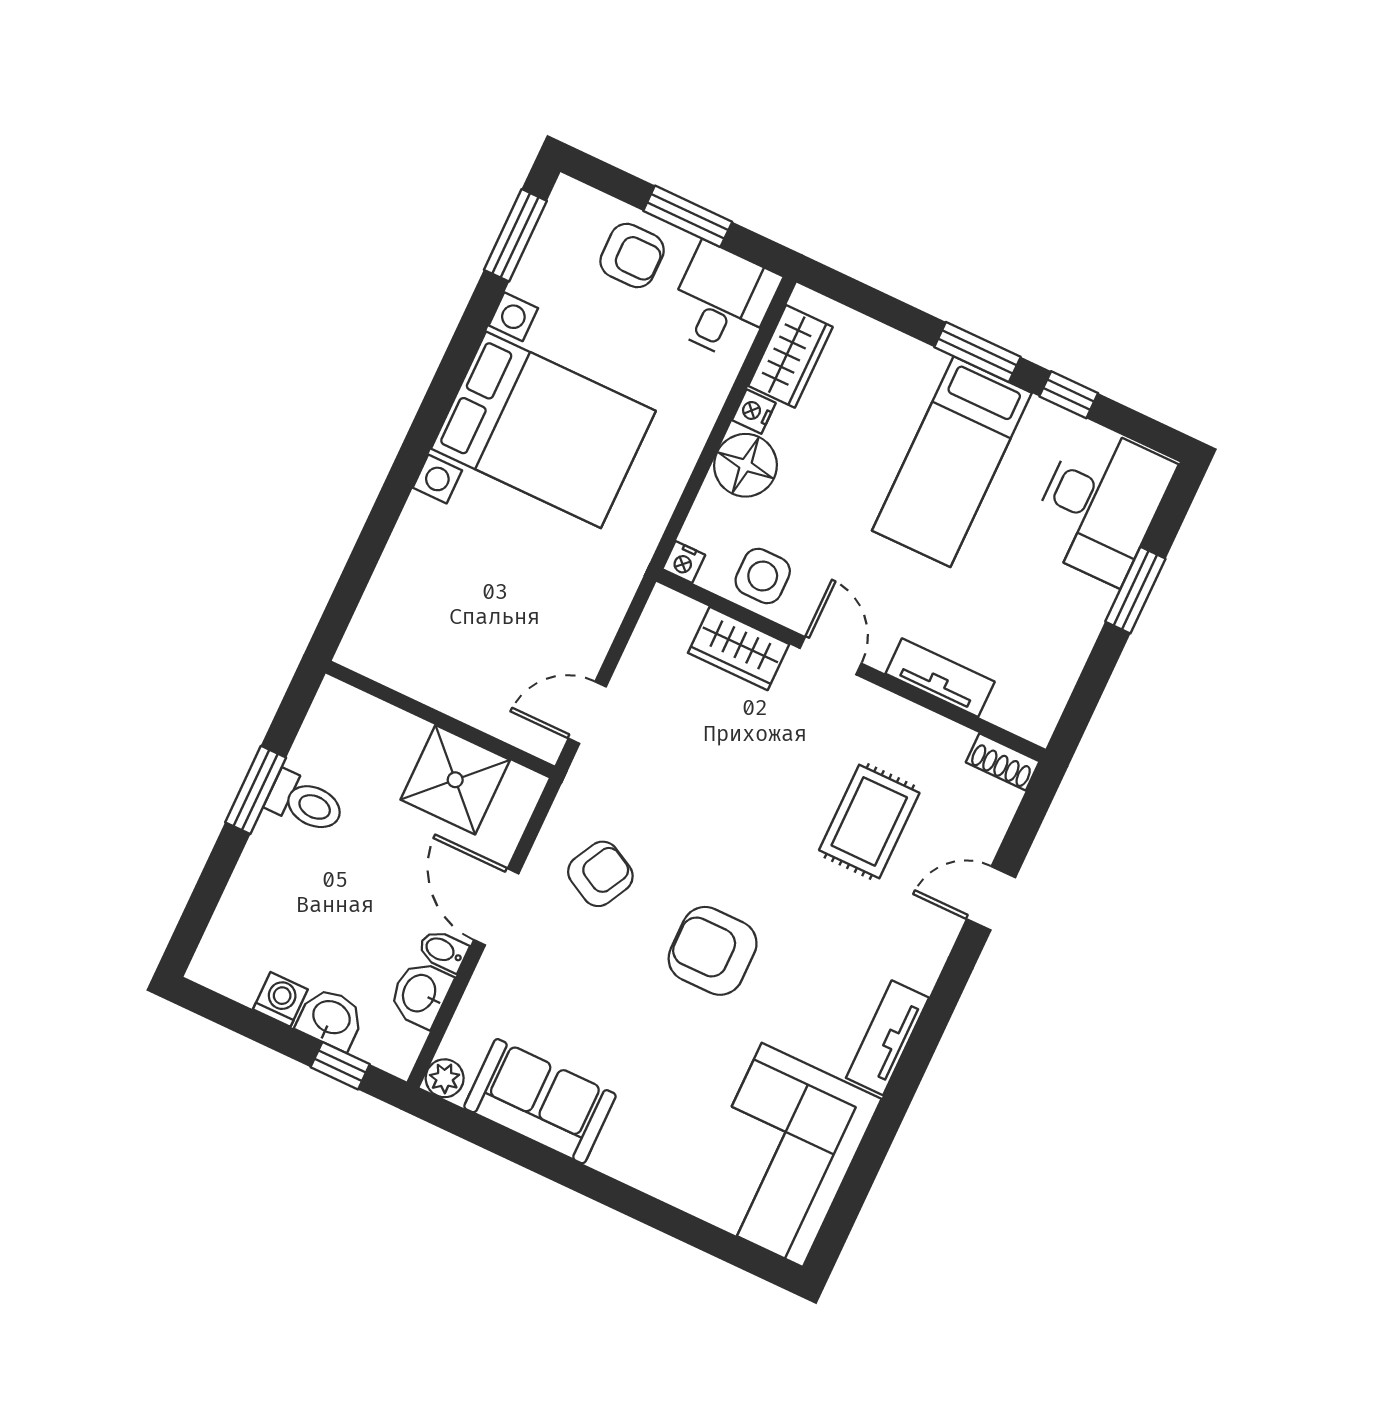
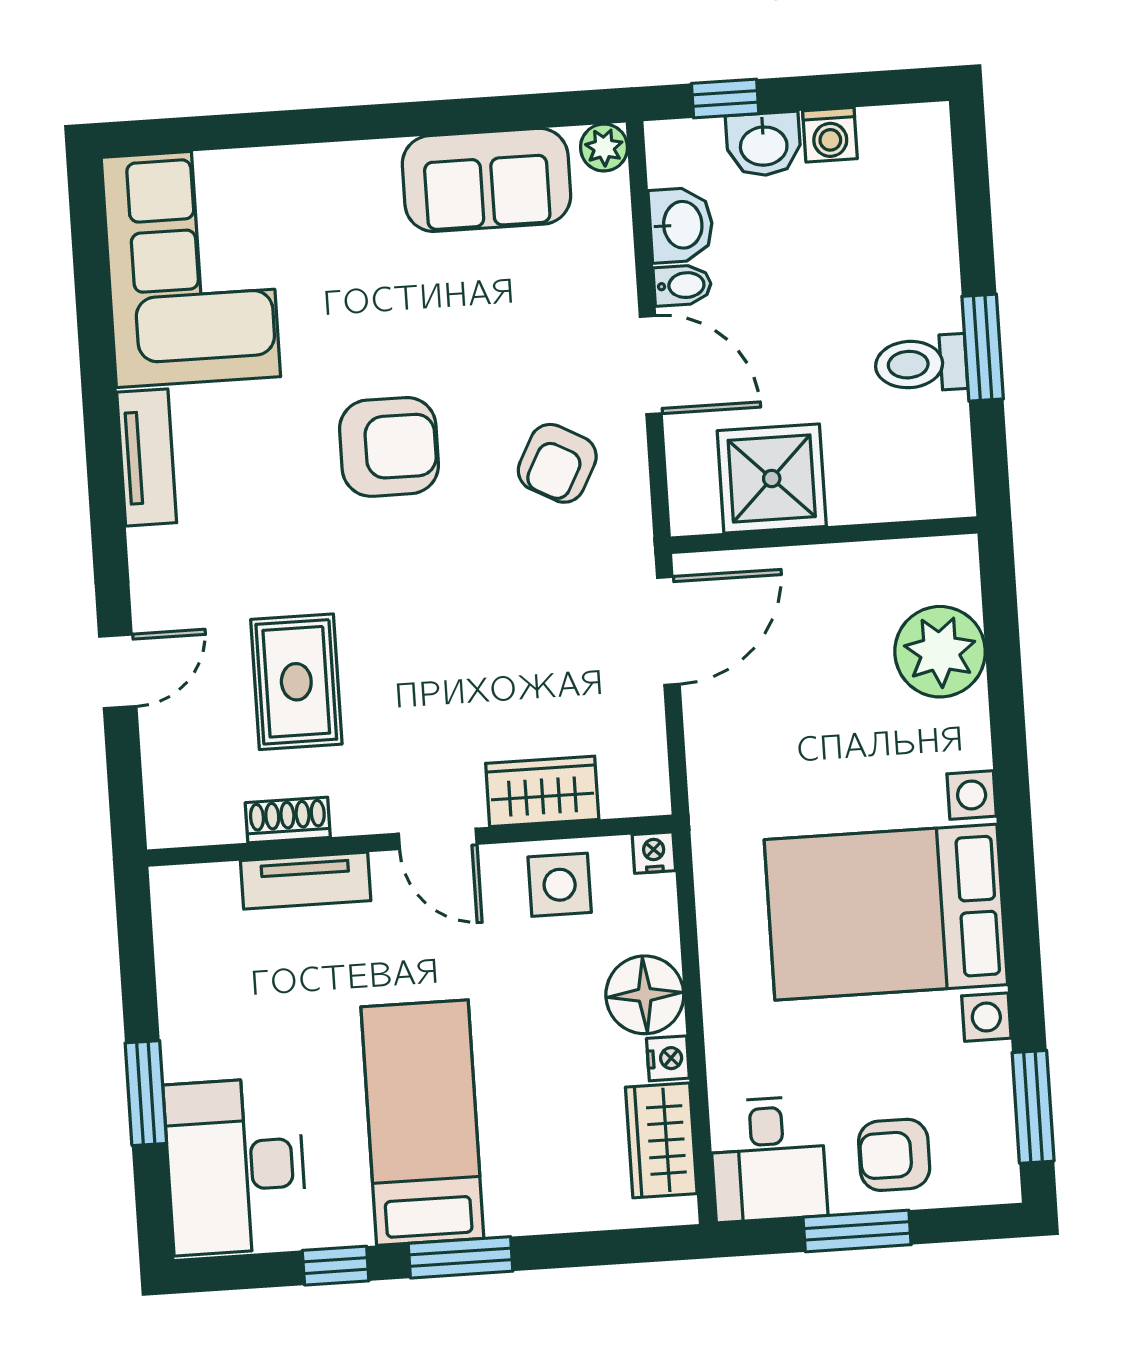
plant: (404, 592) -> (940, 652), added
door: (587, 713) -> (668, 631), width x1.38
shoe rack: (1003, 762) -> (288, 820), moved

